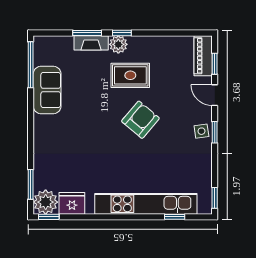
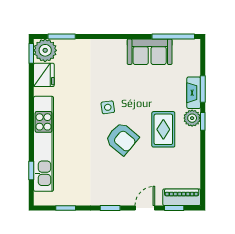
side table: (201, 131) -> (108, 107), moved
window: (215, 198) -> (66, 208), moved

